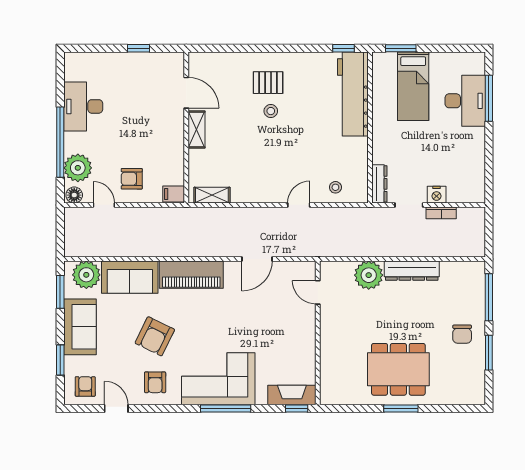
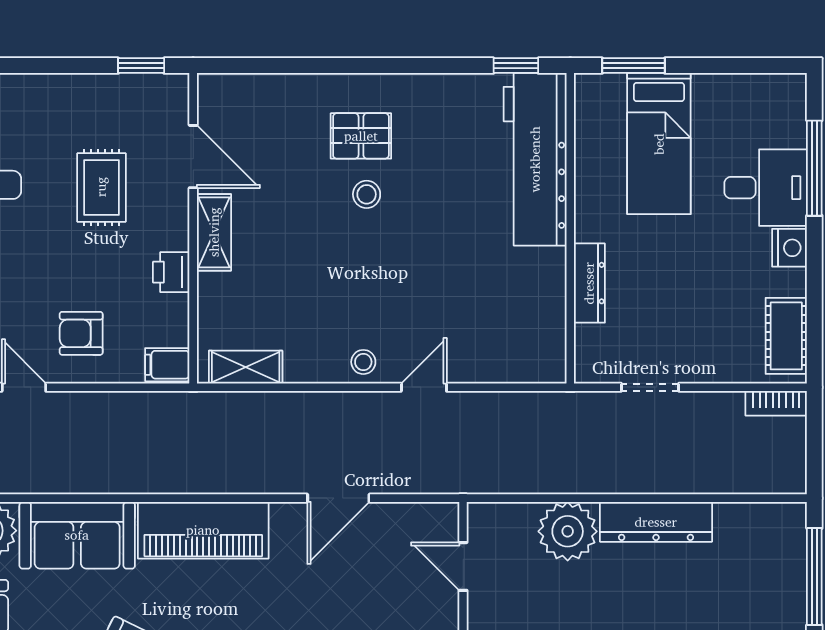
window: (138, 48) -> (141, 66), moved
desk: (465, 101) -> (766, 188), width x0.73
rug: (142, 108) -> (101, 187), added
printer: (176, 149) -> (171, 272), added
cot: (475, 180) -> (786, 336), added
dresser: (379, 184) -> (589, 283), moved
stool: (335, 187) -> (363, 362), moved
nightstand: (437, 195) -> (789, 248), moved, turned -90
bookcase: (441, 213) -> (776, 403), moved

